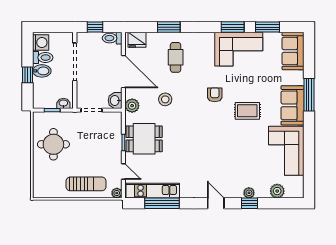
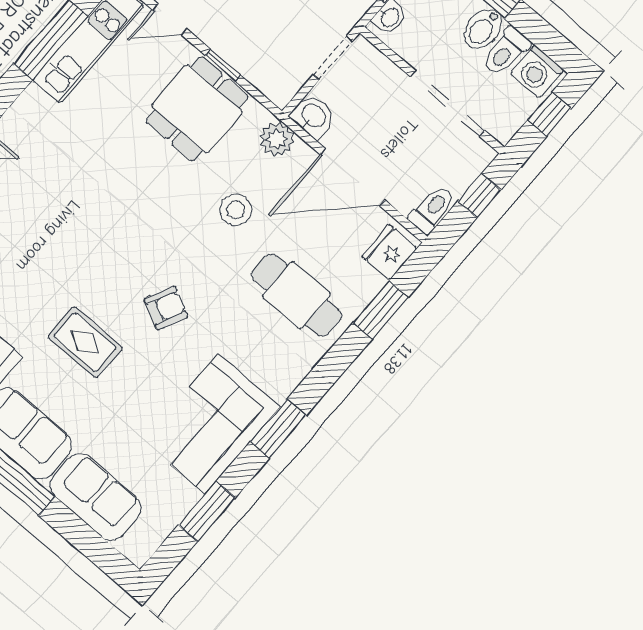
window: (51, 27) -> (550, 114), added
window: (169, 27) -> (381, 310), moved
window: (233, 27) -> (278, 429), moved
sofa: (293, 51) -> (96, 497), moved
cafe table: (176, 57) -> (296, 295), width x1.37, depth x1.35
armchair: (215, 95) -> (166, 308), turned -64
rug: (247, 111) -> (85, 342), turned 90

